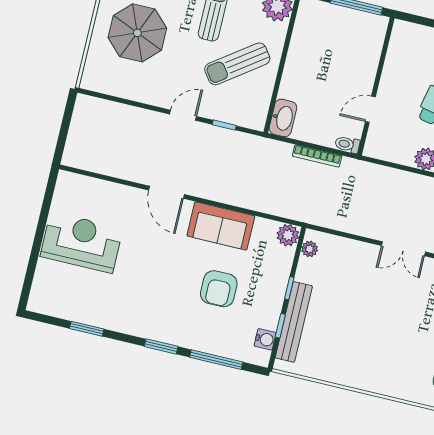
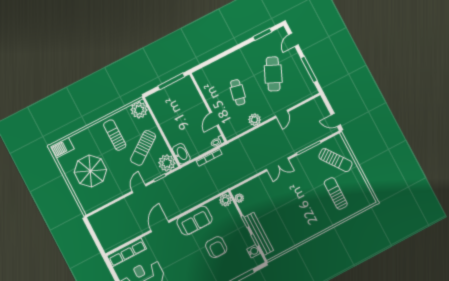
plant: (252, 113) -> (167, 163), added
row of seats: (90, 188) -> (127, 252), added
door: (166, 192) -> (160, 226), swing flipped

